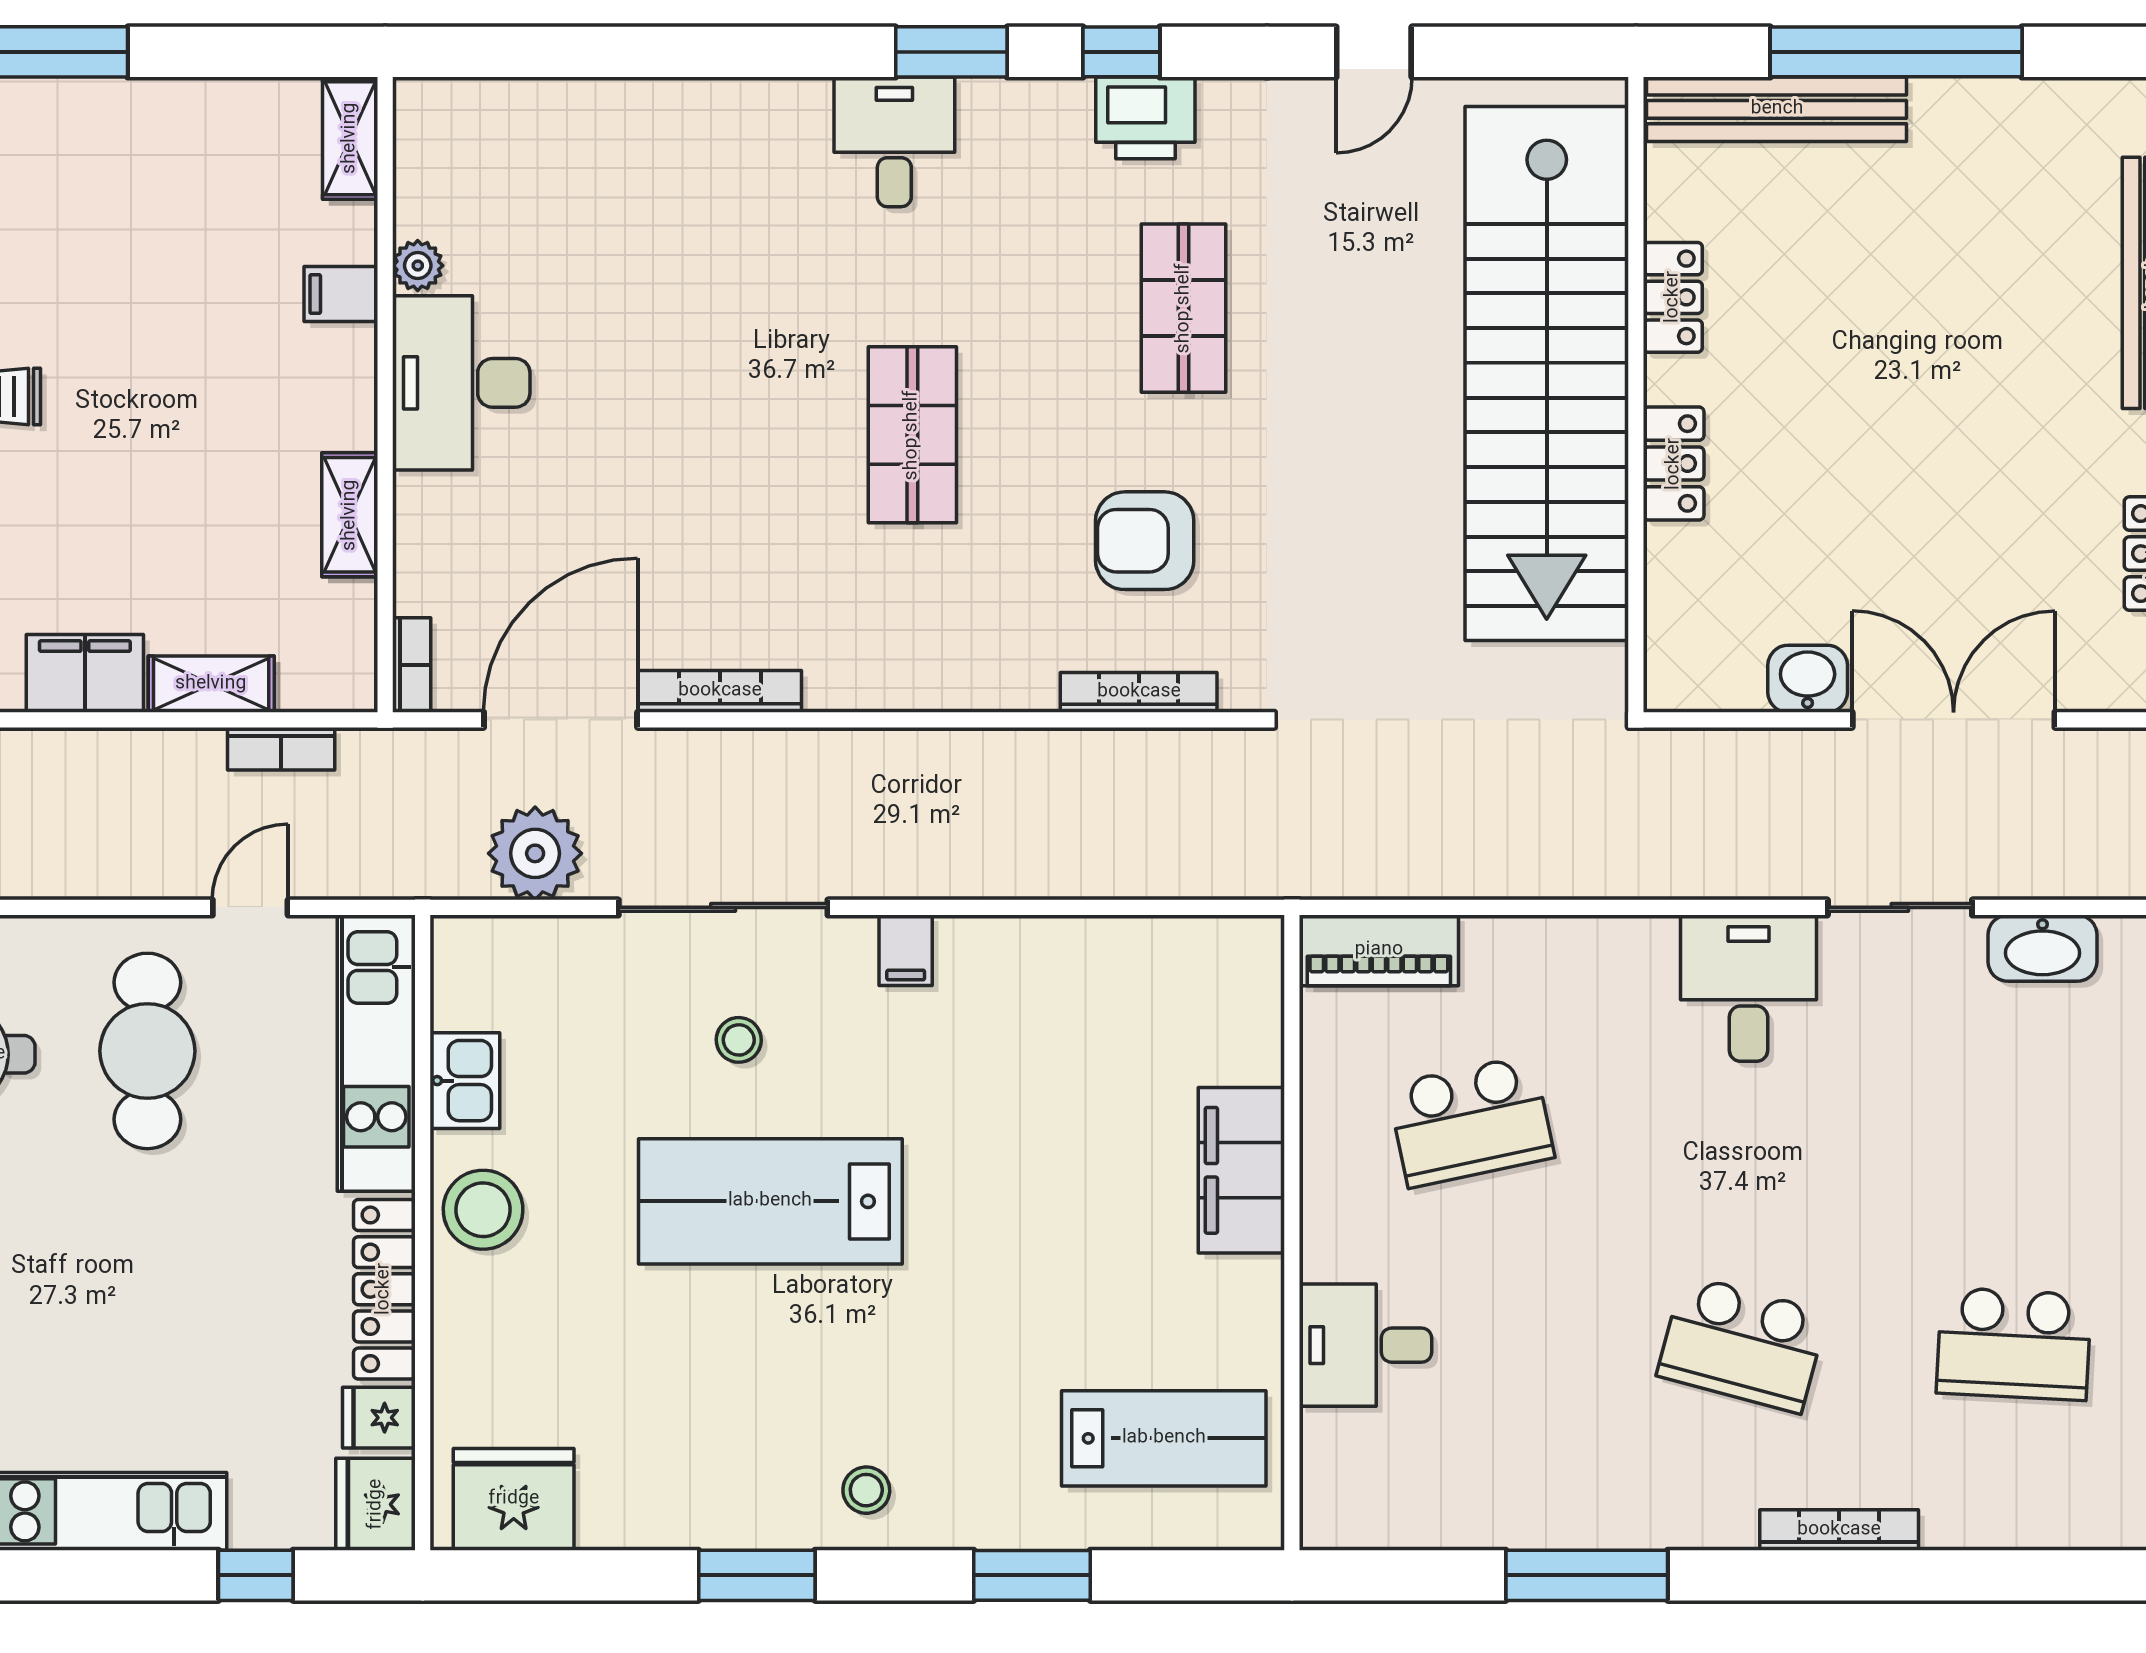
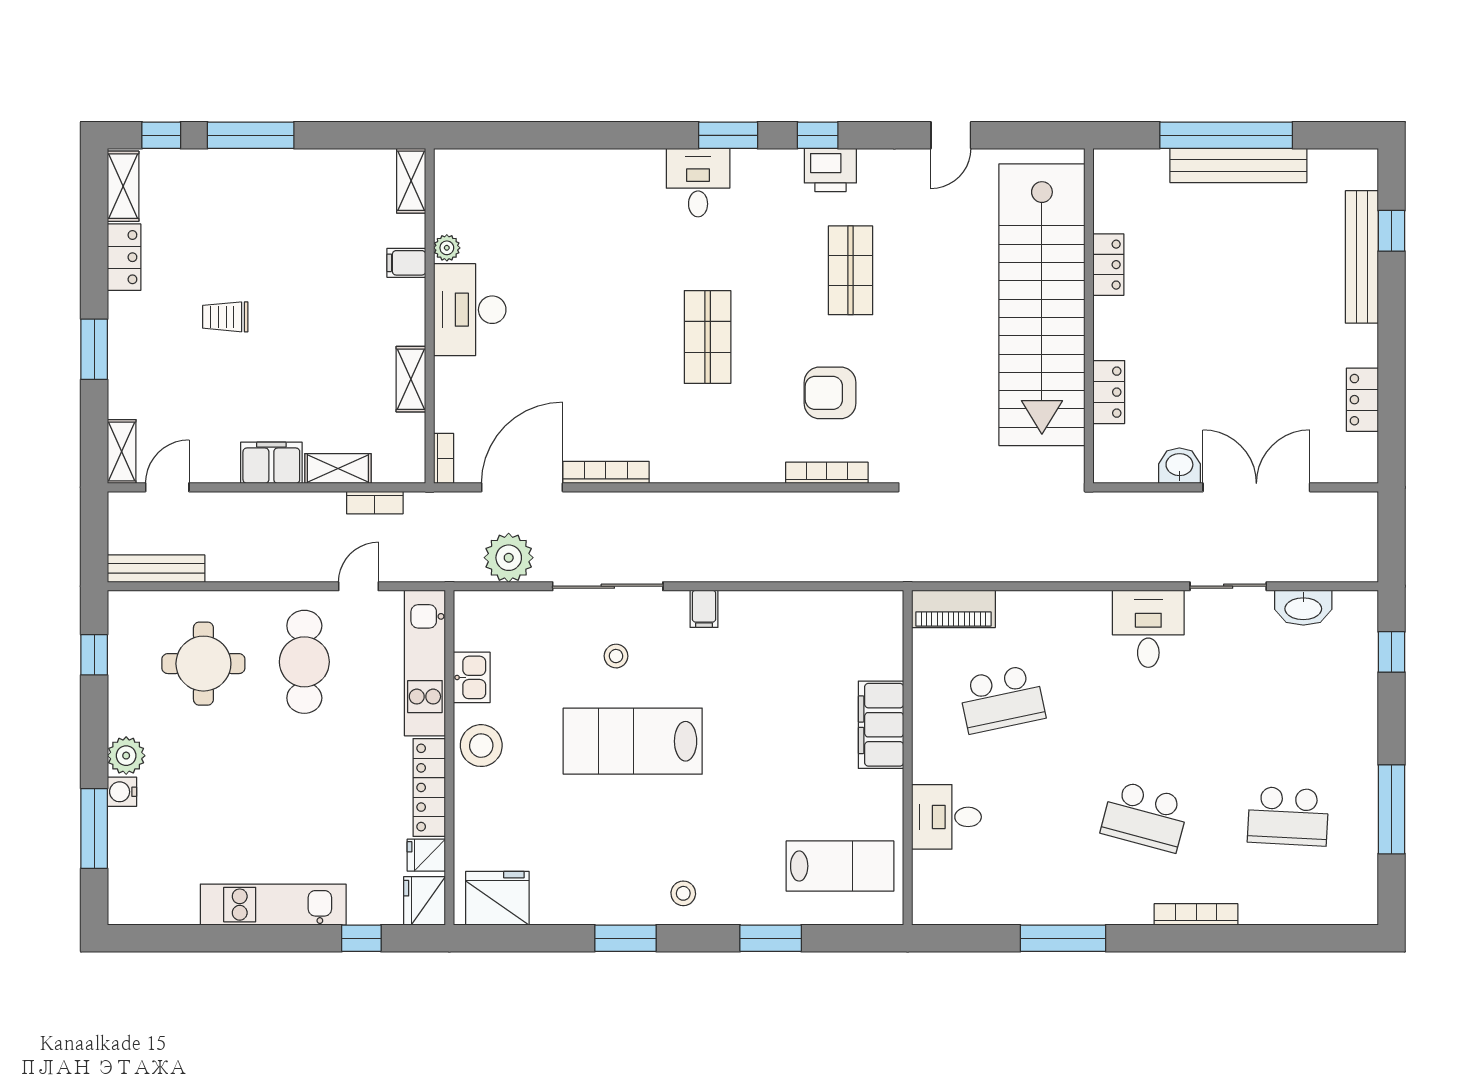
bench: (1777, 109) -> (1238, 165), moved
locker: (1674, 464) -> (1109, 392), moved

